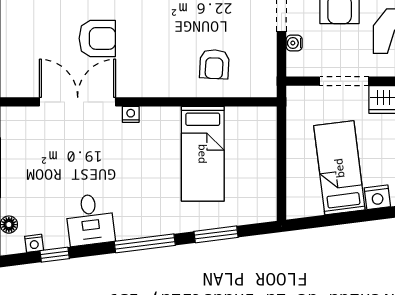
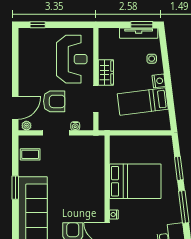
armchair: (214, 64) -> (87, 169), removed
bed: (203, 154) -> (135, 181), width x1.50

